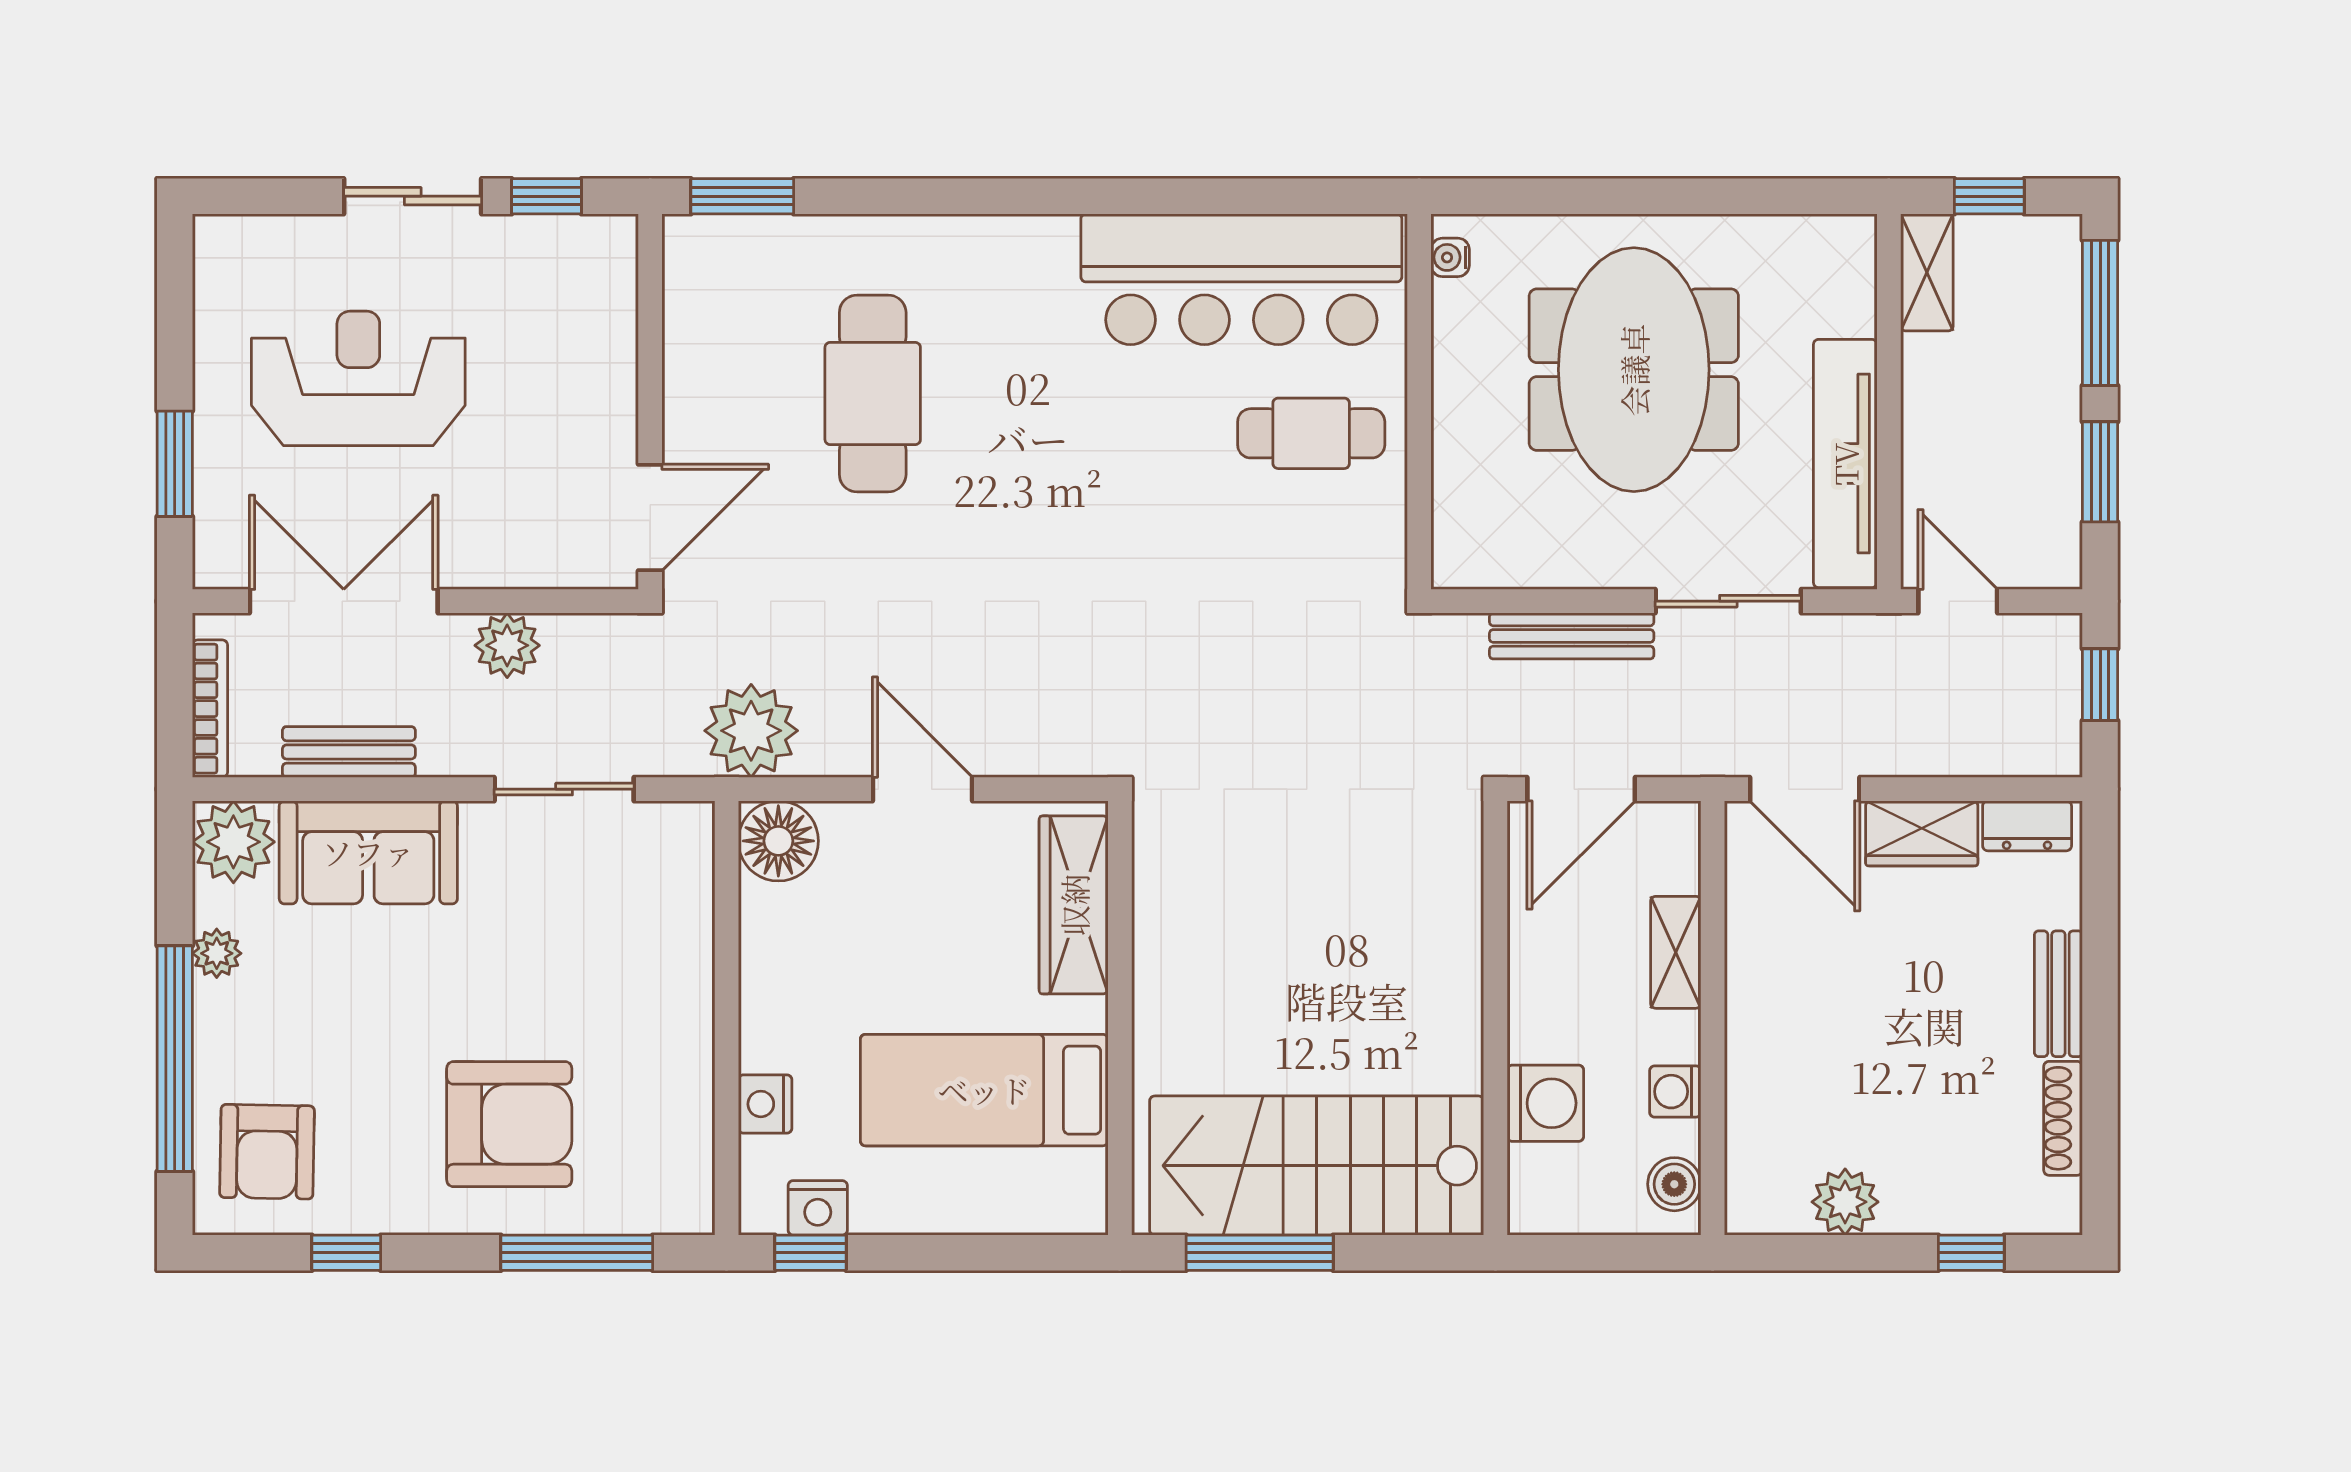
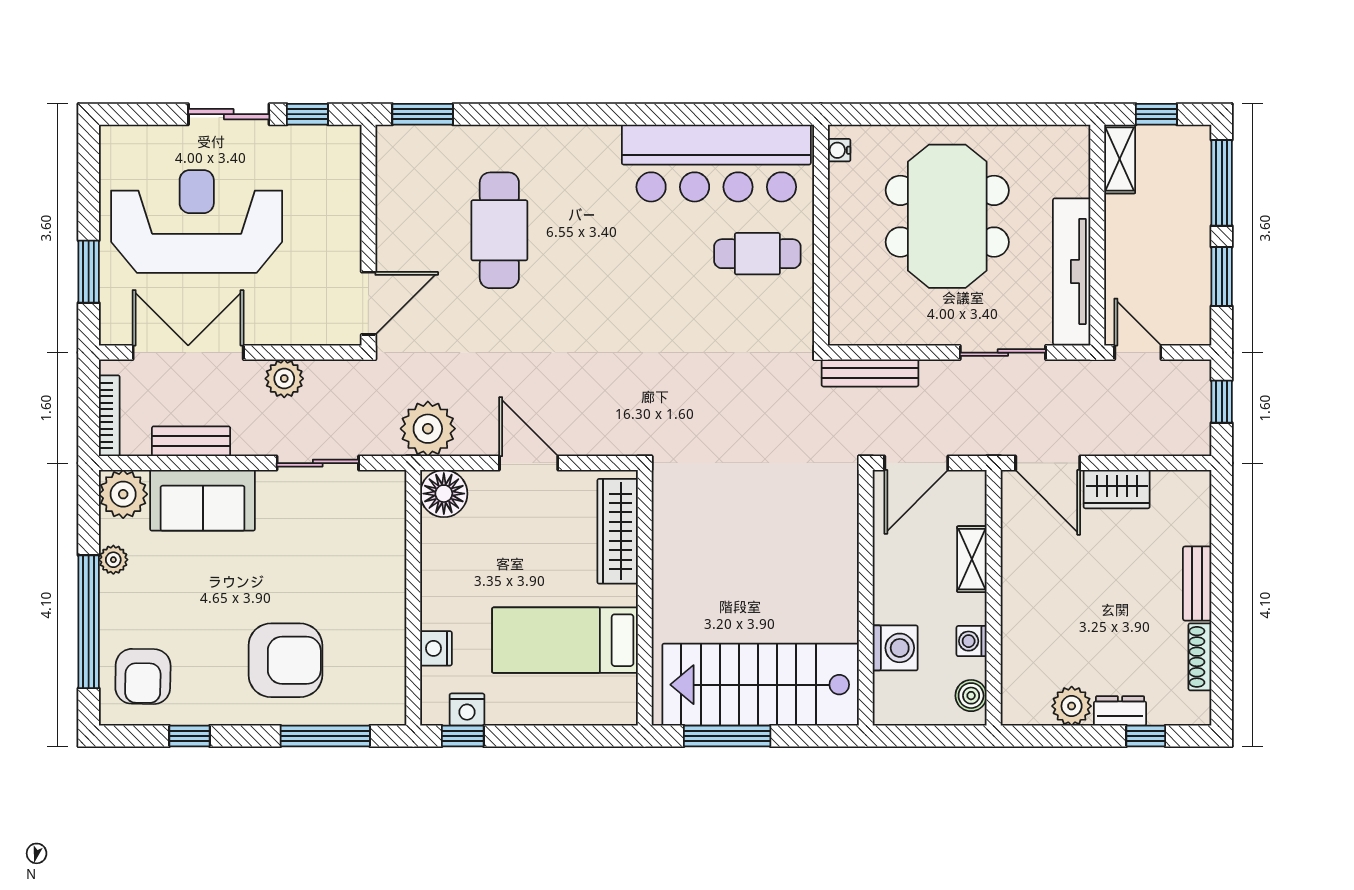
reception desk: (358, 378) -> (197, 221), width x1.36, depth x1.30
bench: (1572, 636) -> (870, 373), moved
dresser: (2027, 826) -> (1120, 711), moved, turned 180

